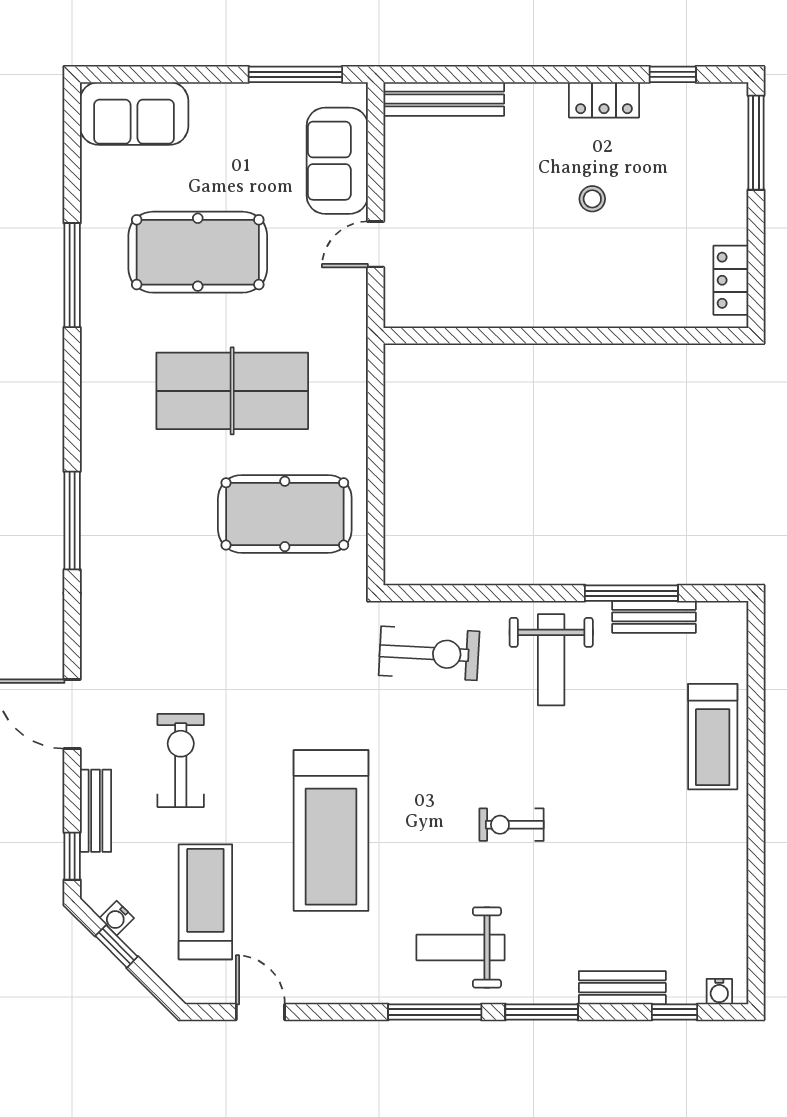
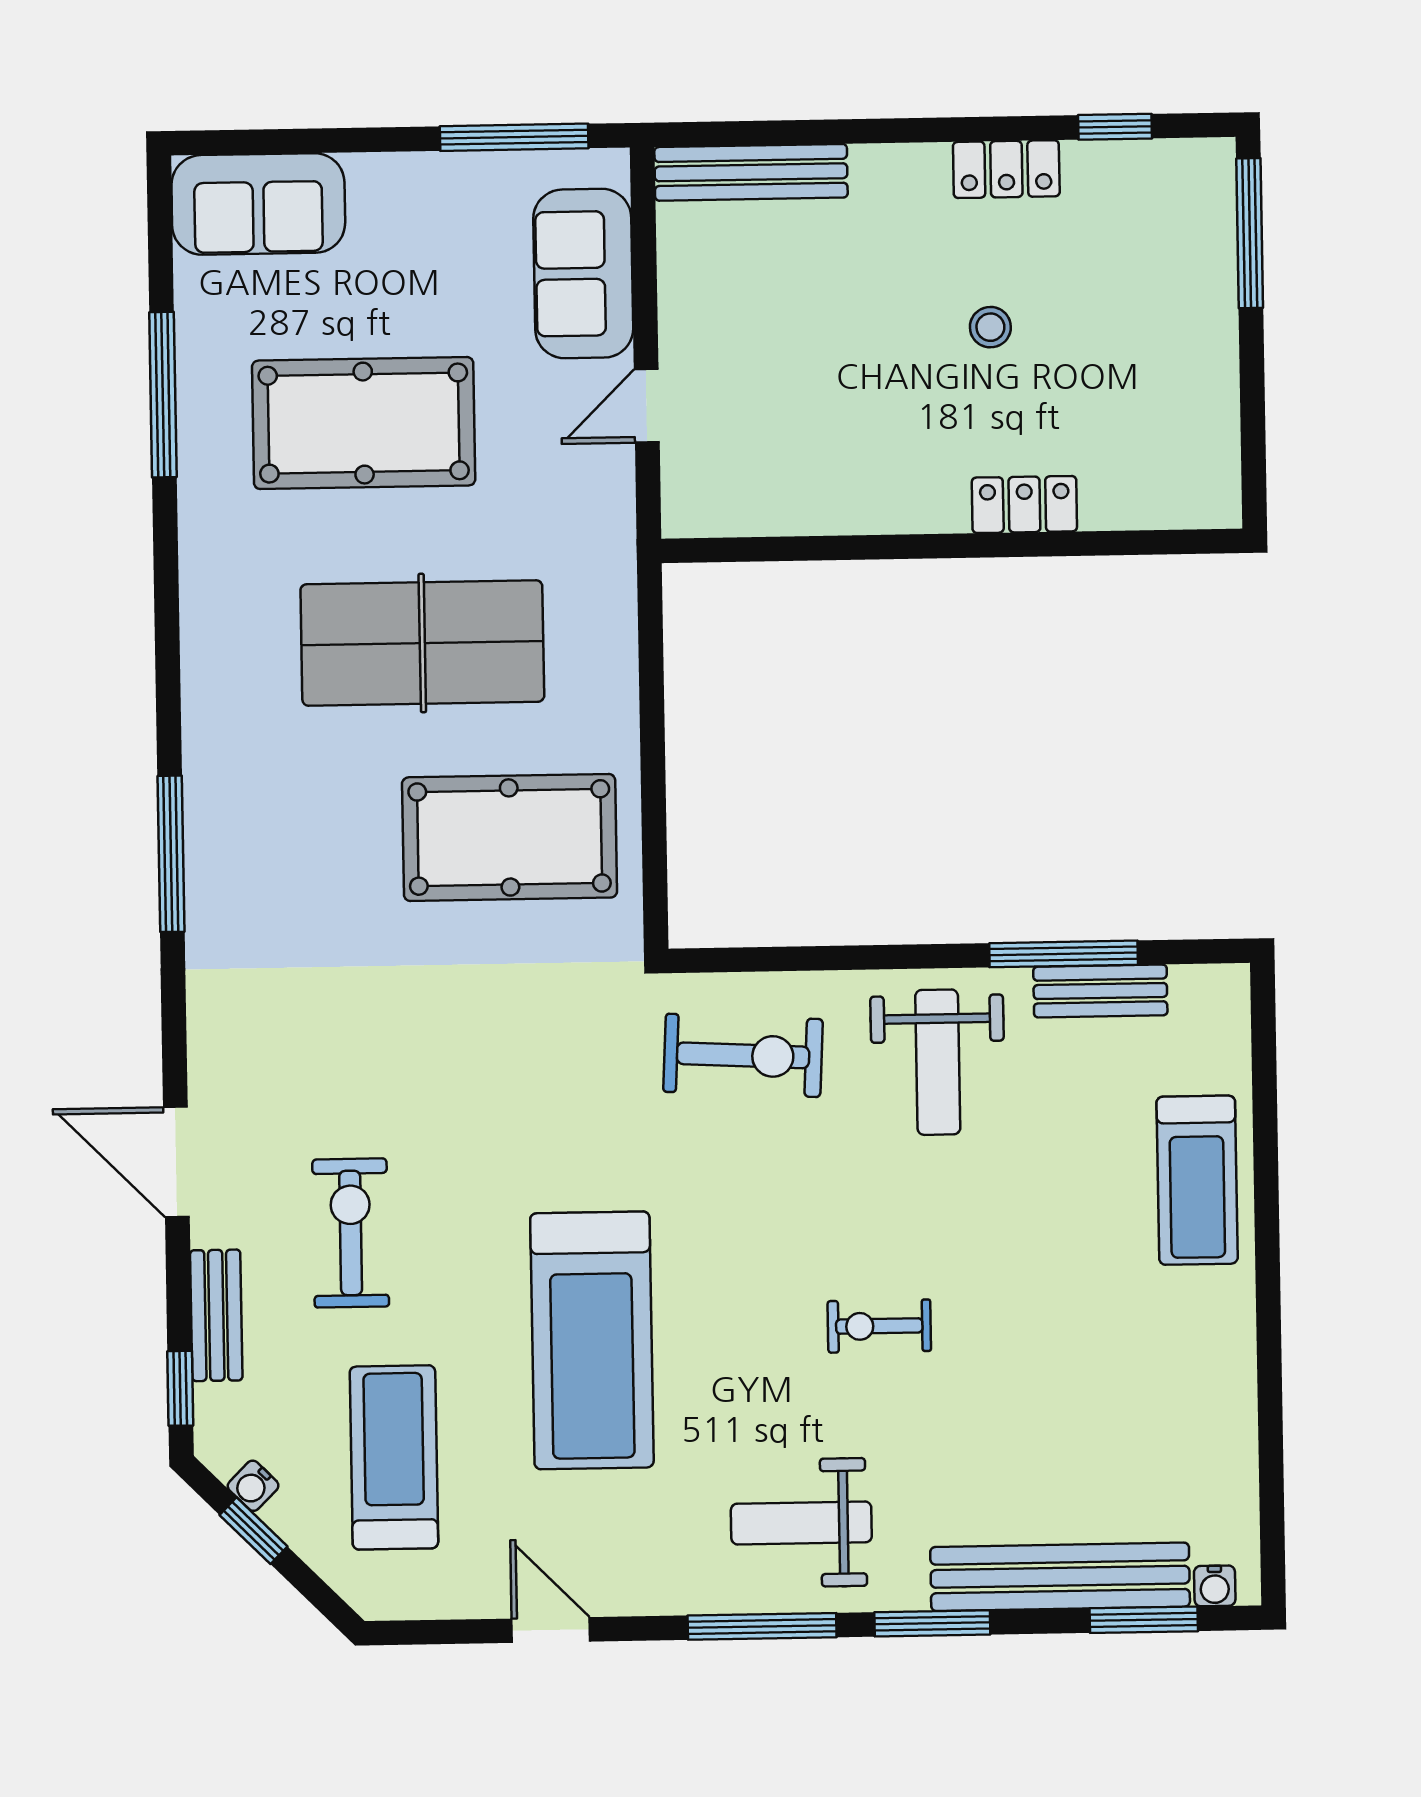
window: (72, 275) -> (163, 395), moved
locker: (731, 280) -> (1024, 504), moved, turned 90
bench: (622, 988) -> (1060, 1577), width x1.86, depth x1.21
door: (260, 1012) -> (551, 1630), moved
window: (674, 1012) -> (1144, 1620), width x1.50

